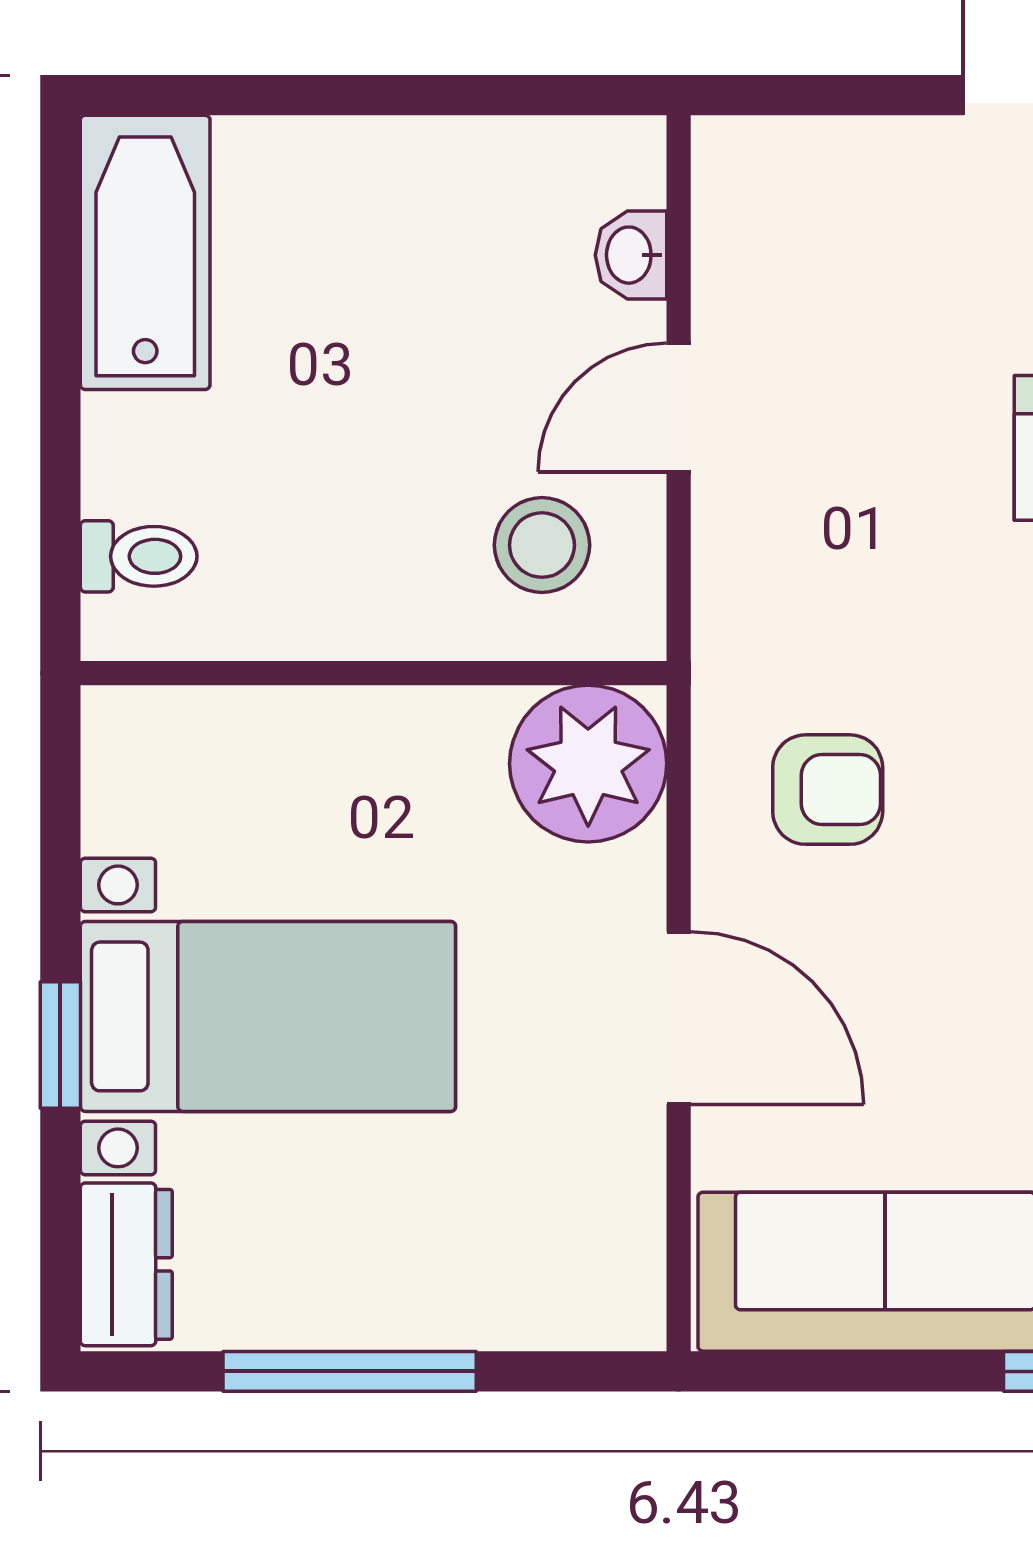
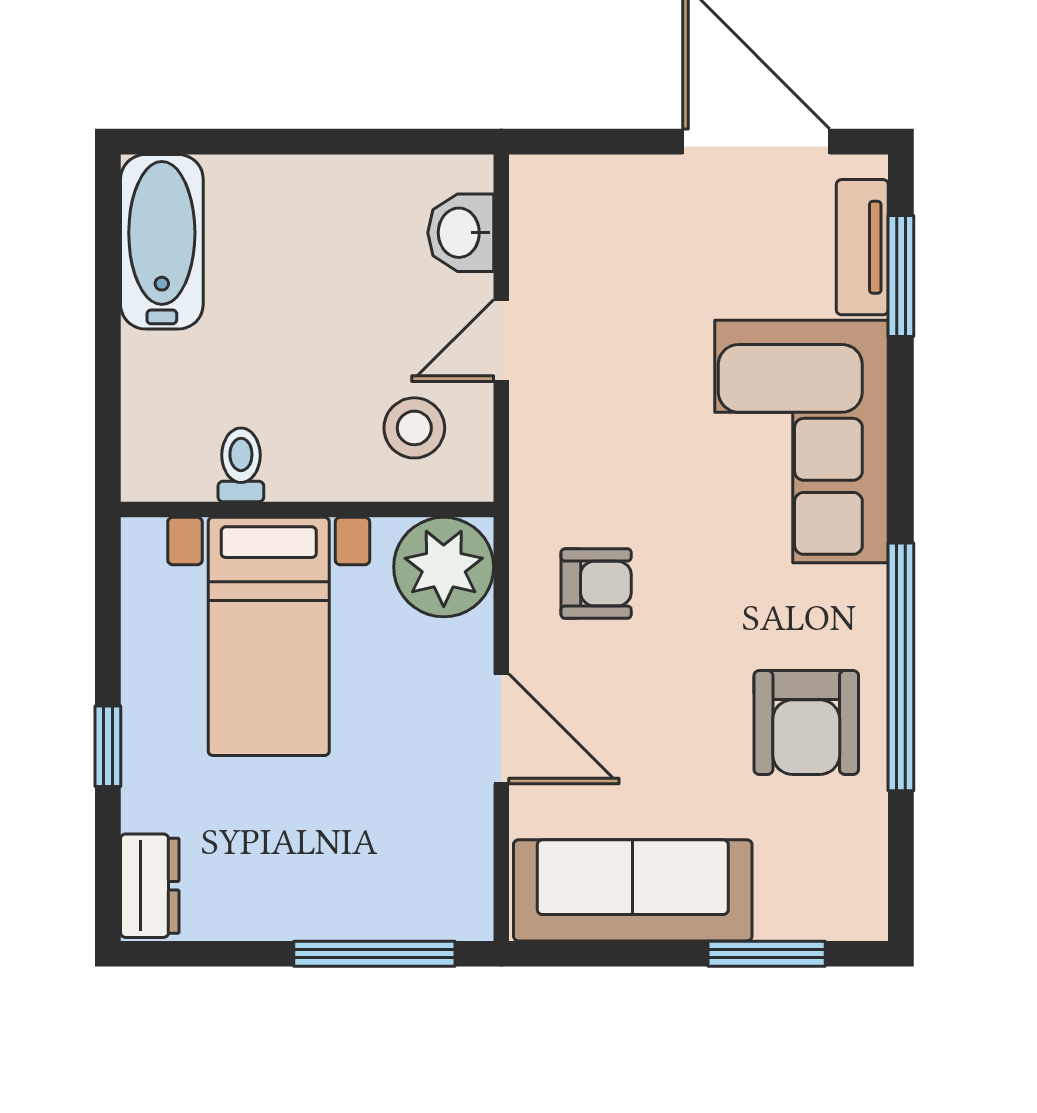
washbasin: (631, 255) -> (461, 233), width x1.38, depth x1.45
toilet: (139, 556) -> (241, 465), moved, turned -90
bed with nightstands: (268, 1016) -> (269, 636), moved, turned 90
window: (350, 1371) -> (374, 954), moved

